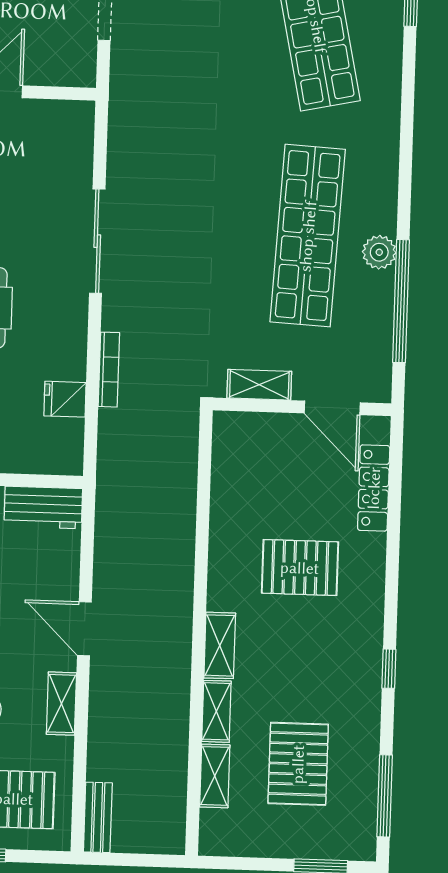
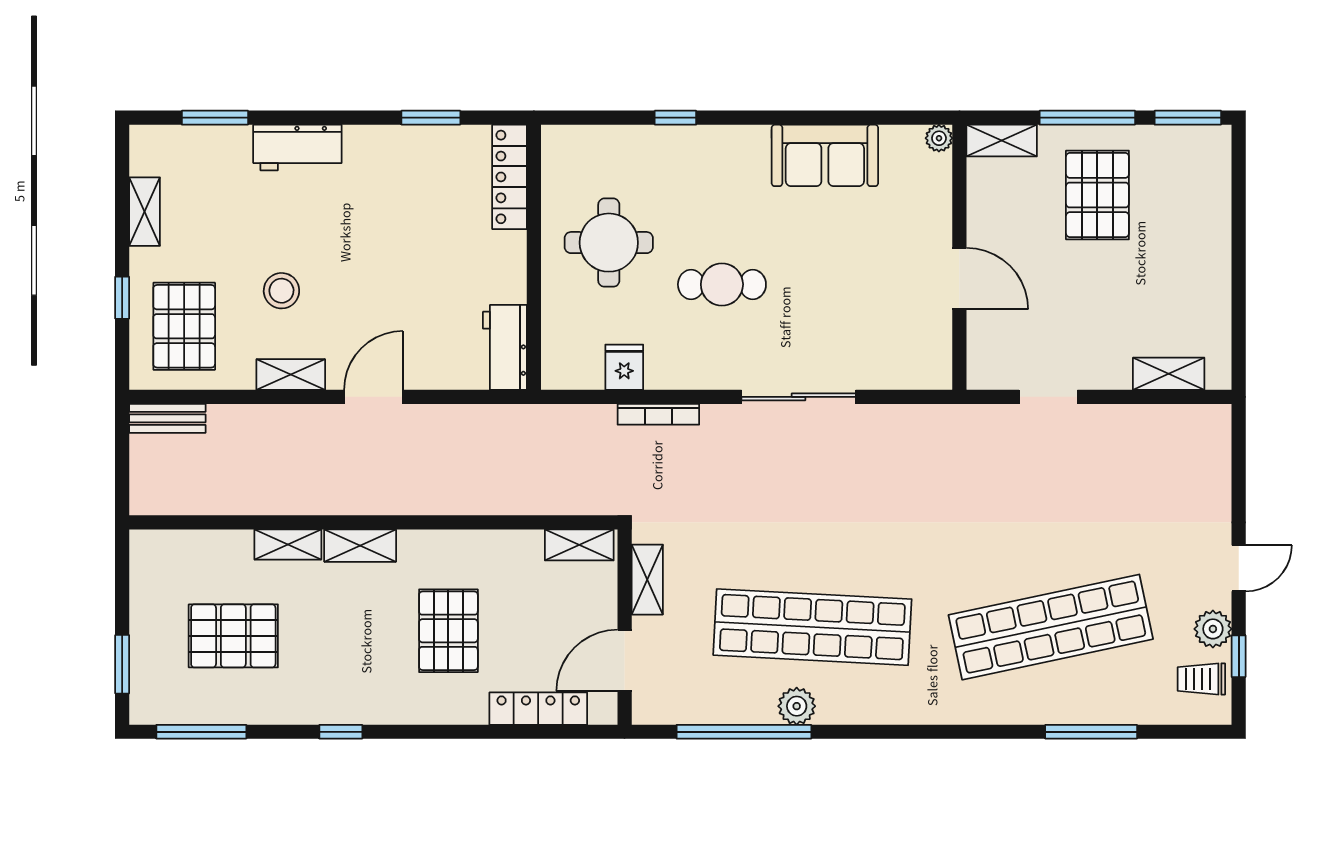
shelving: (215, 776) -> (579, 545), moved

